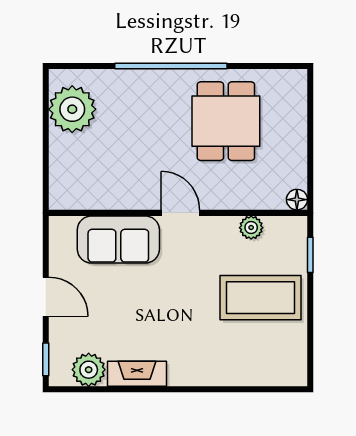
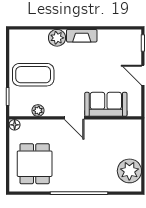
dining table: (226, 121) -> (35, 164), moved
plant: (89, 370) -> (57, 38), moved
fireplace: (137, 374) -> (82, 36), moved

